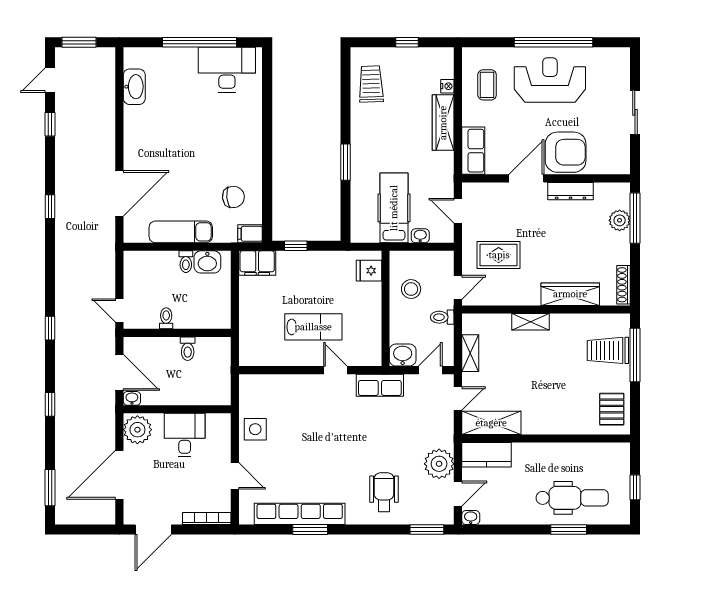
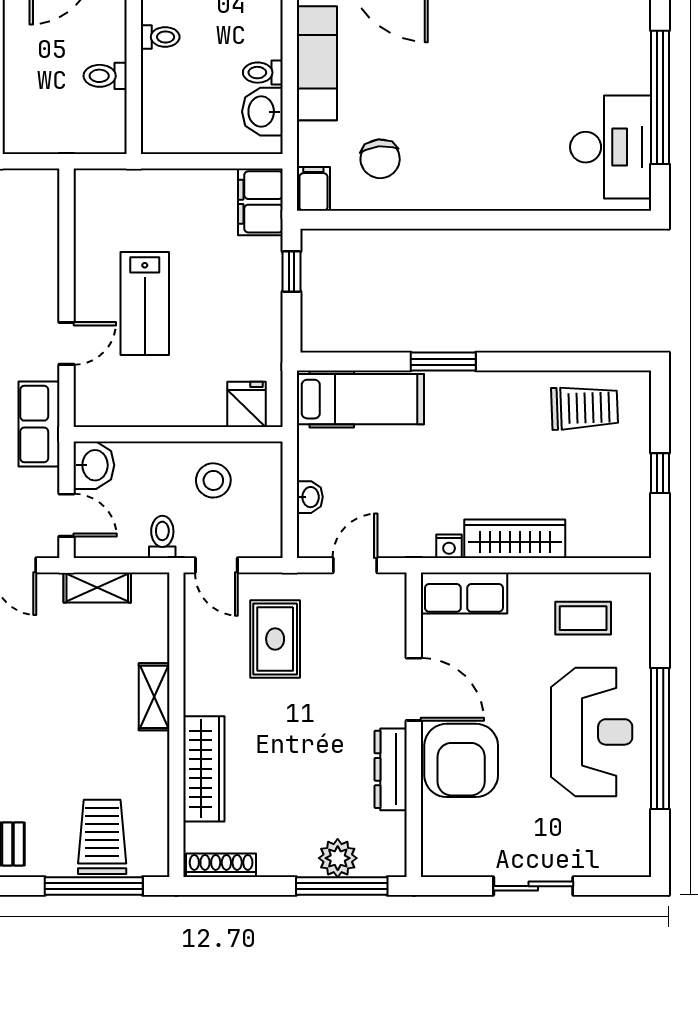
nightstand: (447, 86) -> (449, 546), moved
hospital bed: (394, 208) -> (360, 399), moved

